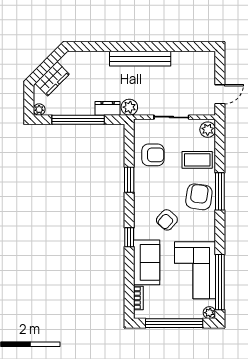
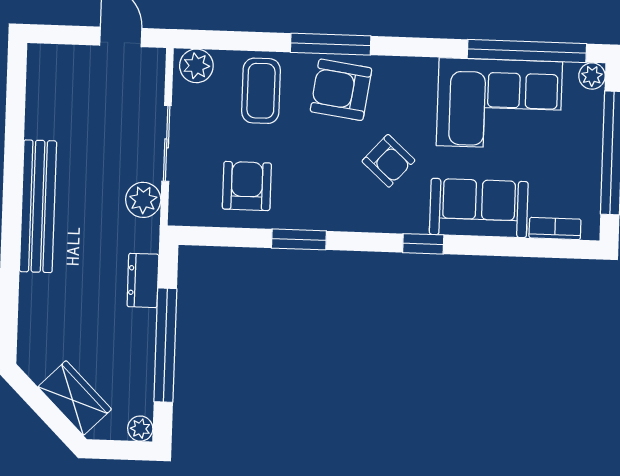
plant: (129, 107) -> (143, 200), moved

